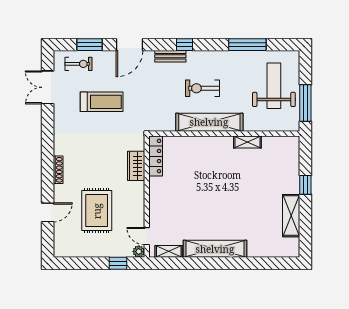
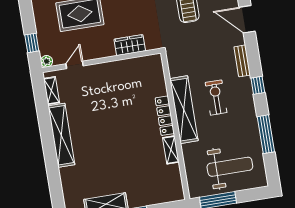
window: (184, 45) -> (258, 85), moved
locker: (156, 156) -> (165, 116), moved, turned 90
door: (147, 236) -> (75, 65), moved

